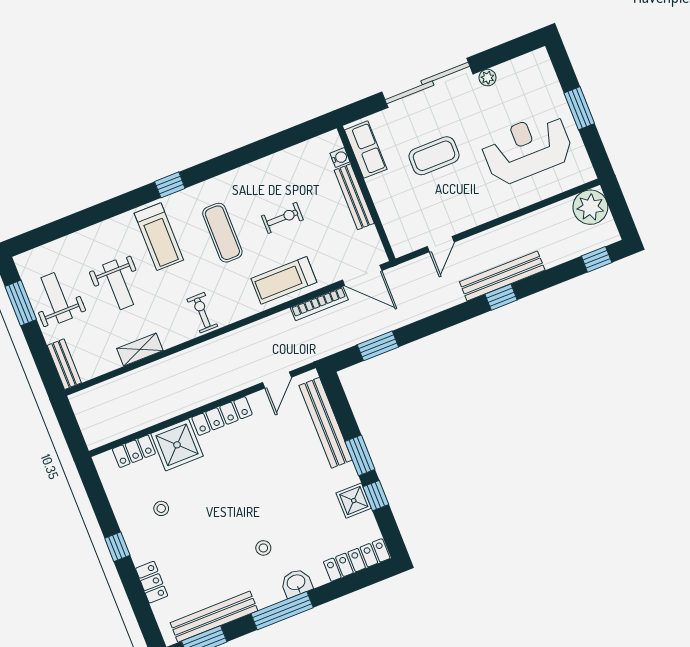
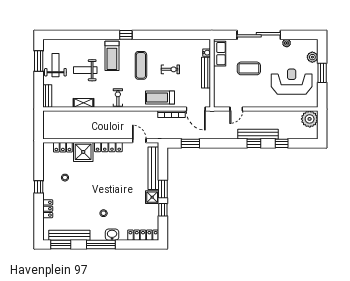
plant: (548, 85) -> (312, 57), added
window: (597, 259) -> (282, 143), moved
weight bench: (118, 285) -> (85, 70), turned 90
door: (277, 380) -> (139, 141), swing flipped
shower: (354, 501) -> (152, 197), moved

